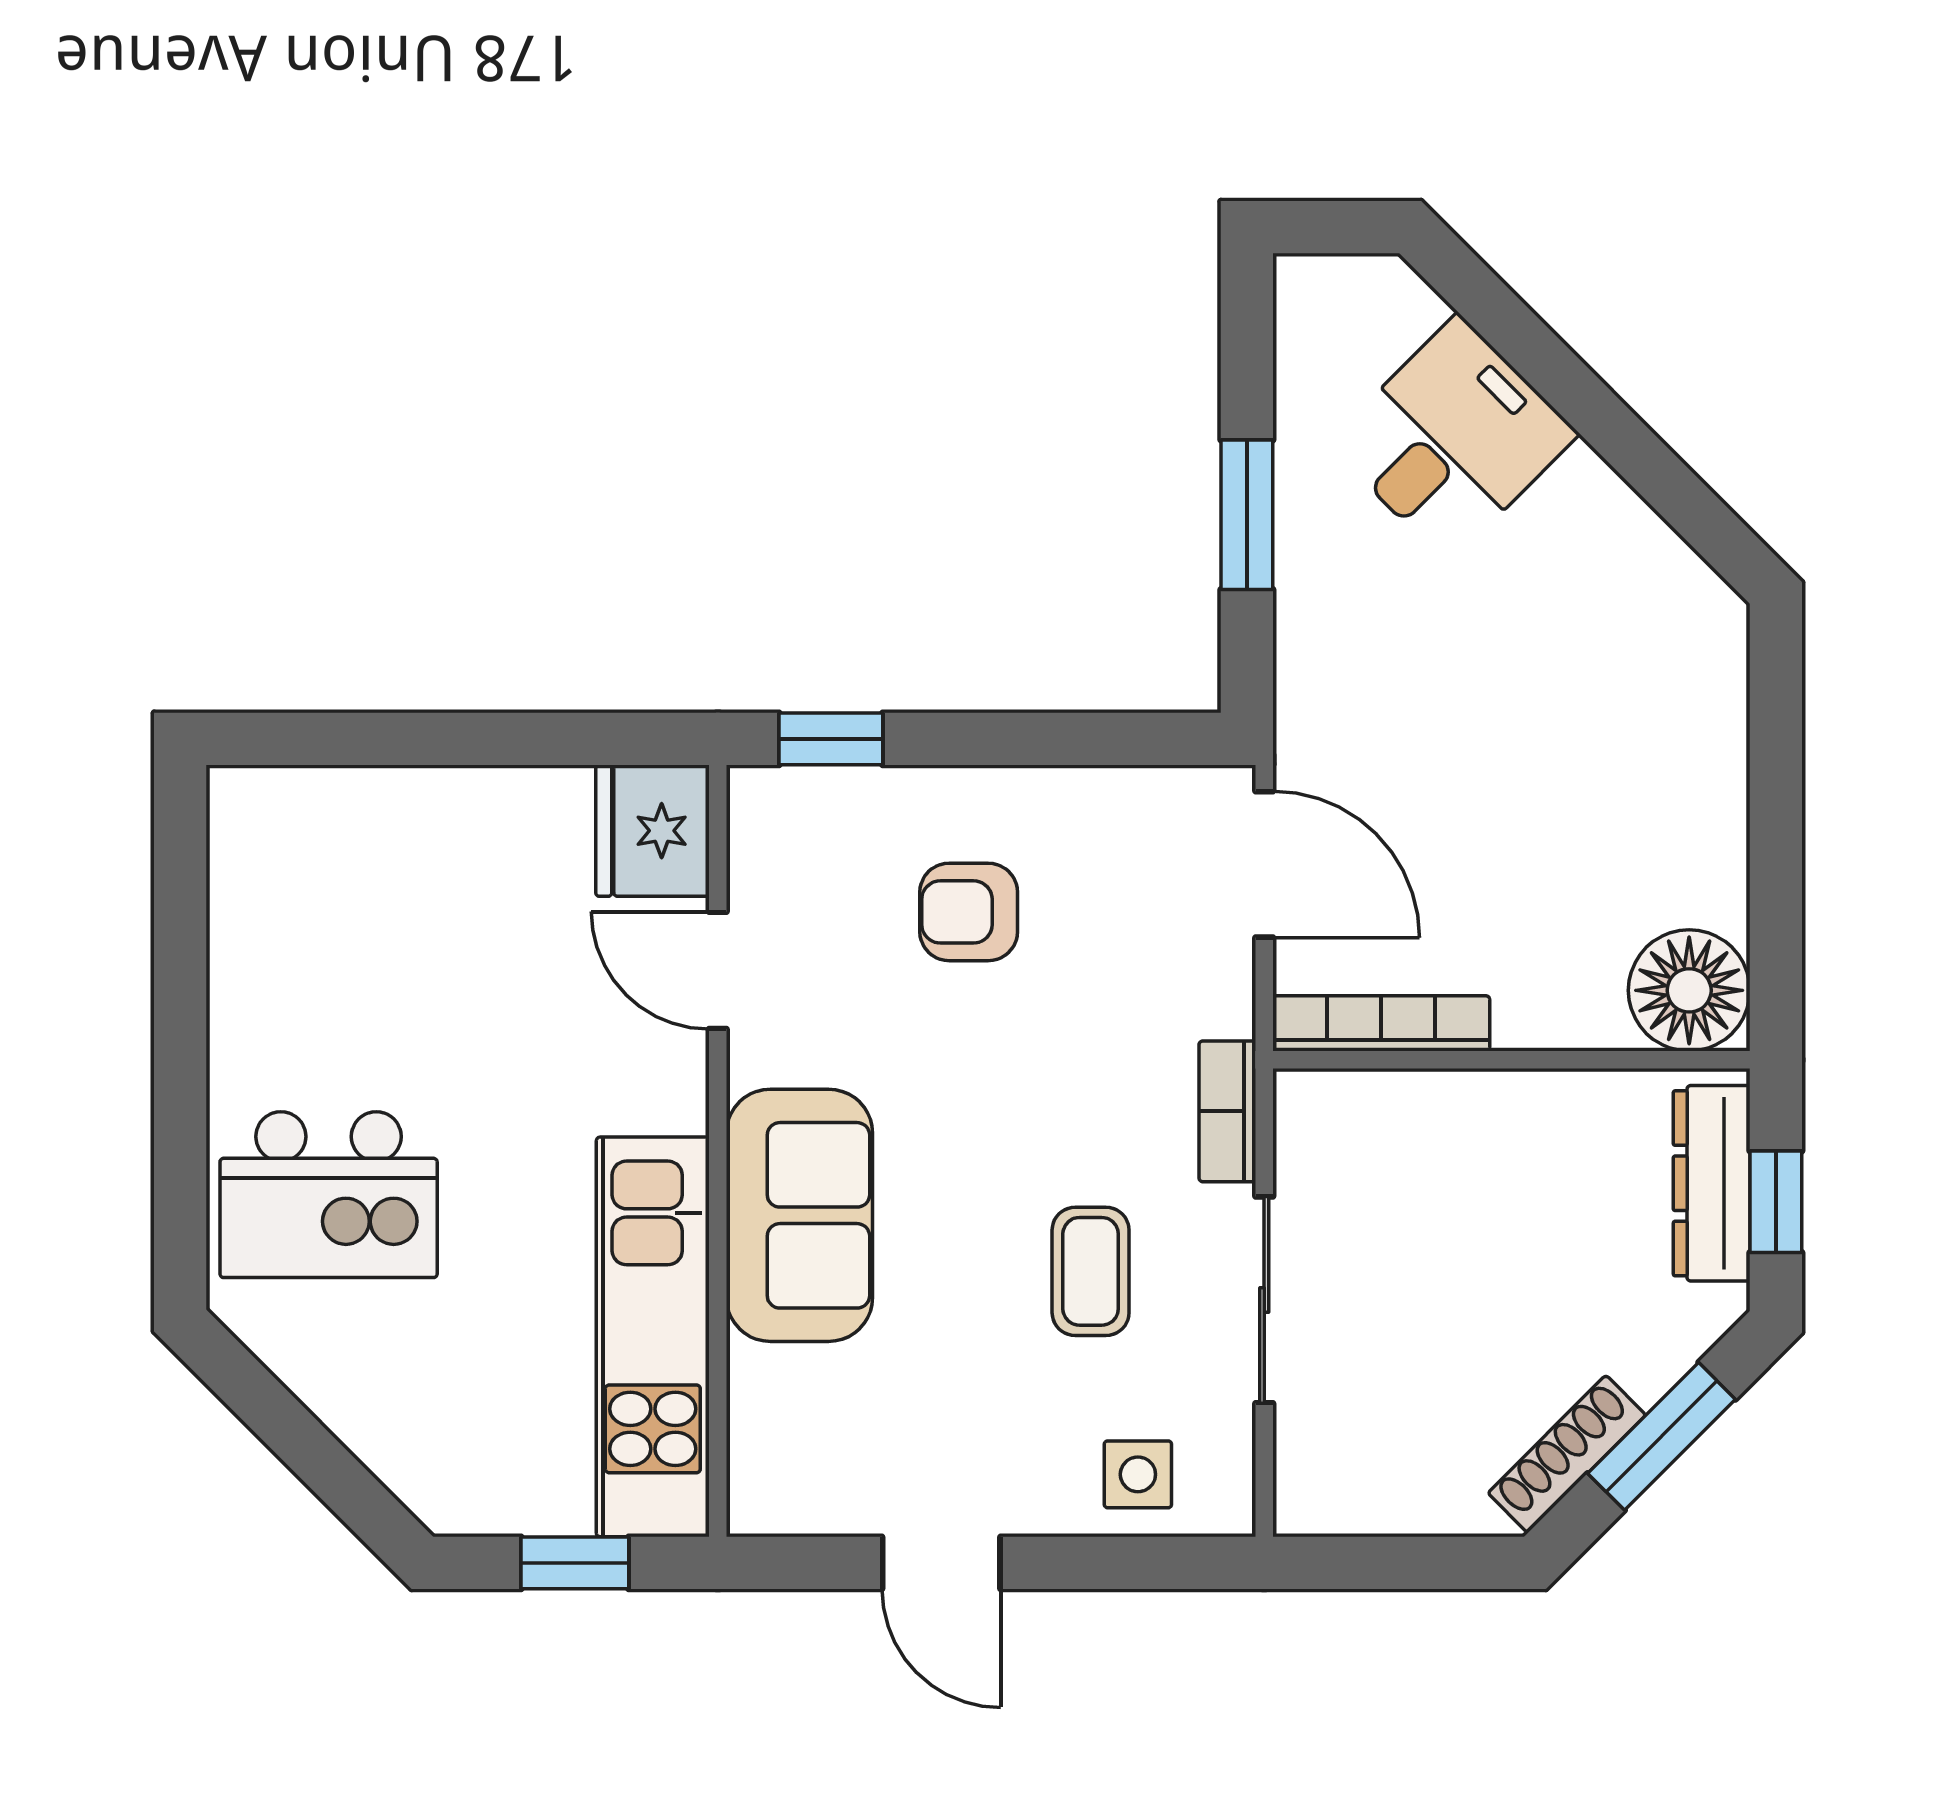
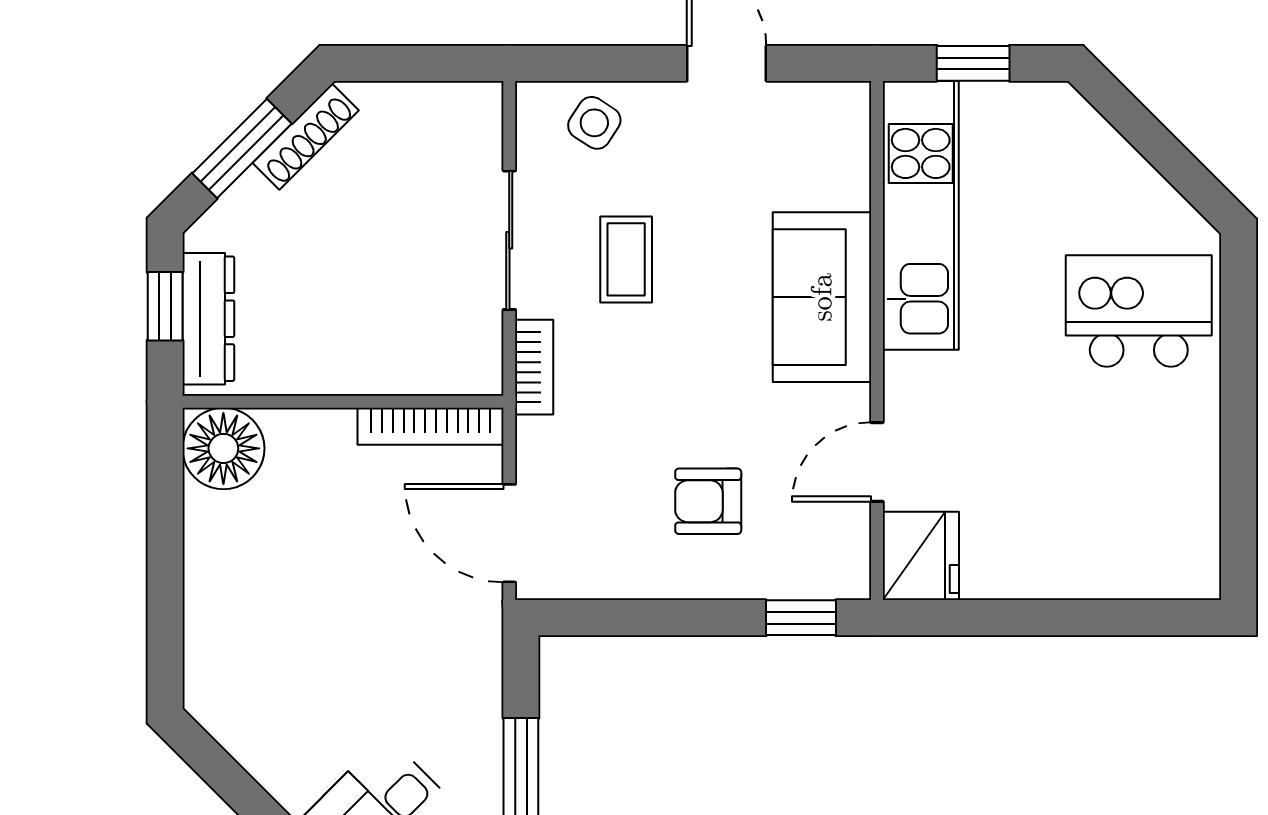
armchair: (969, 912) -> (708, 501), turned 180
door: (718, 970) -> (877, 462), swing flipped
side table: (1138, 1474) -> (594, 123), turned 33

